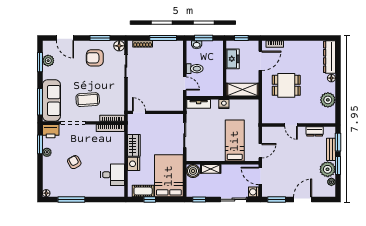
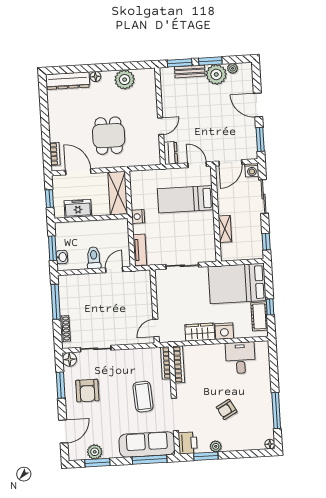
dresser: (315, 131) -> (171, 153), moved
boiler: (193, 171) -> (229, 252), removed

